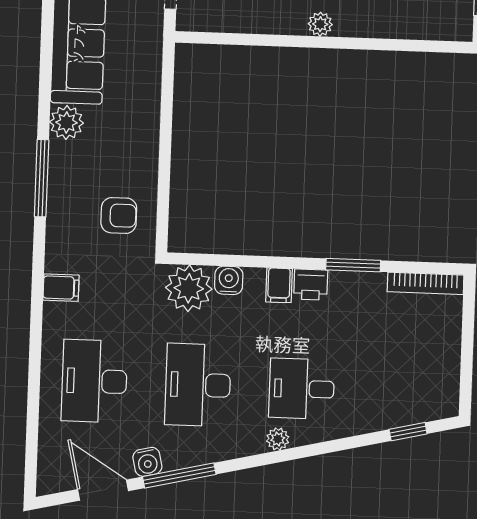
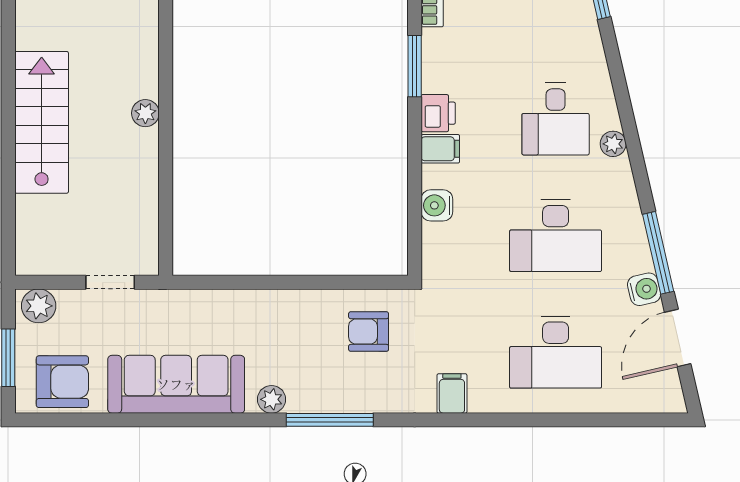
plant: (66, 123) -> (272, 399), width x0.73, depth x0.73
armchair: (119, 215) -> (369, 332), turned -90
plant: (189, 288) -> (447, 250), removed

